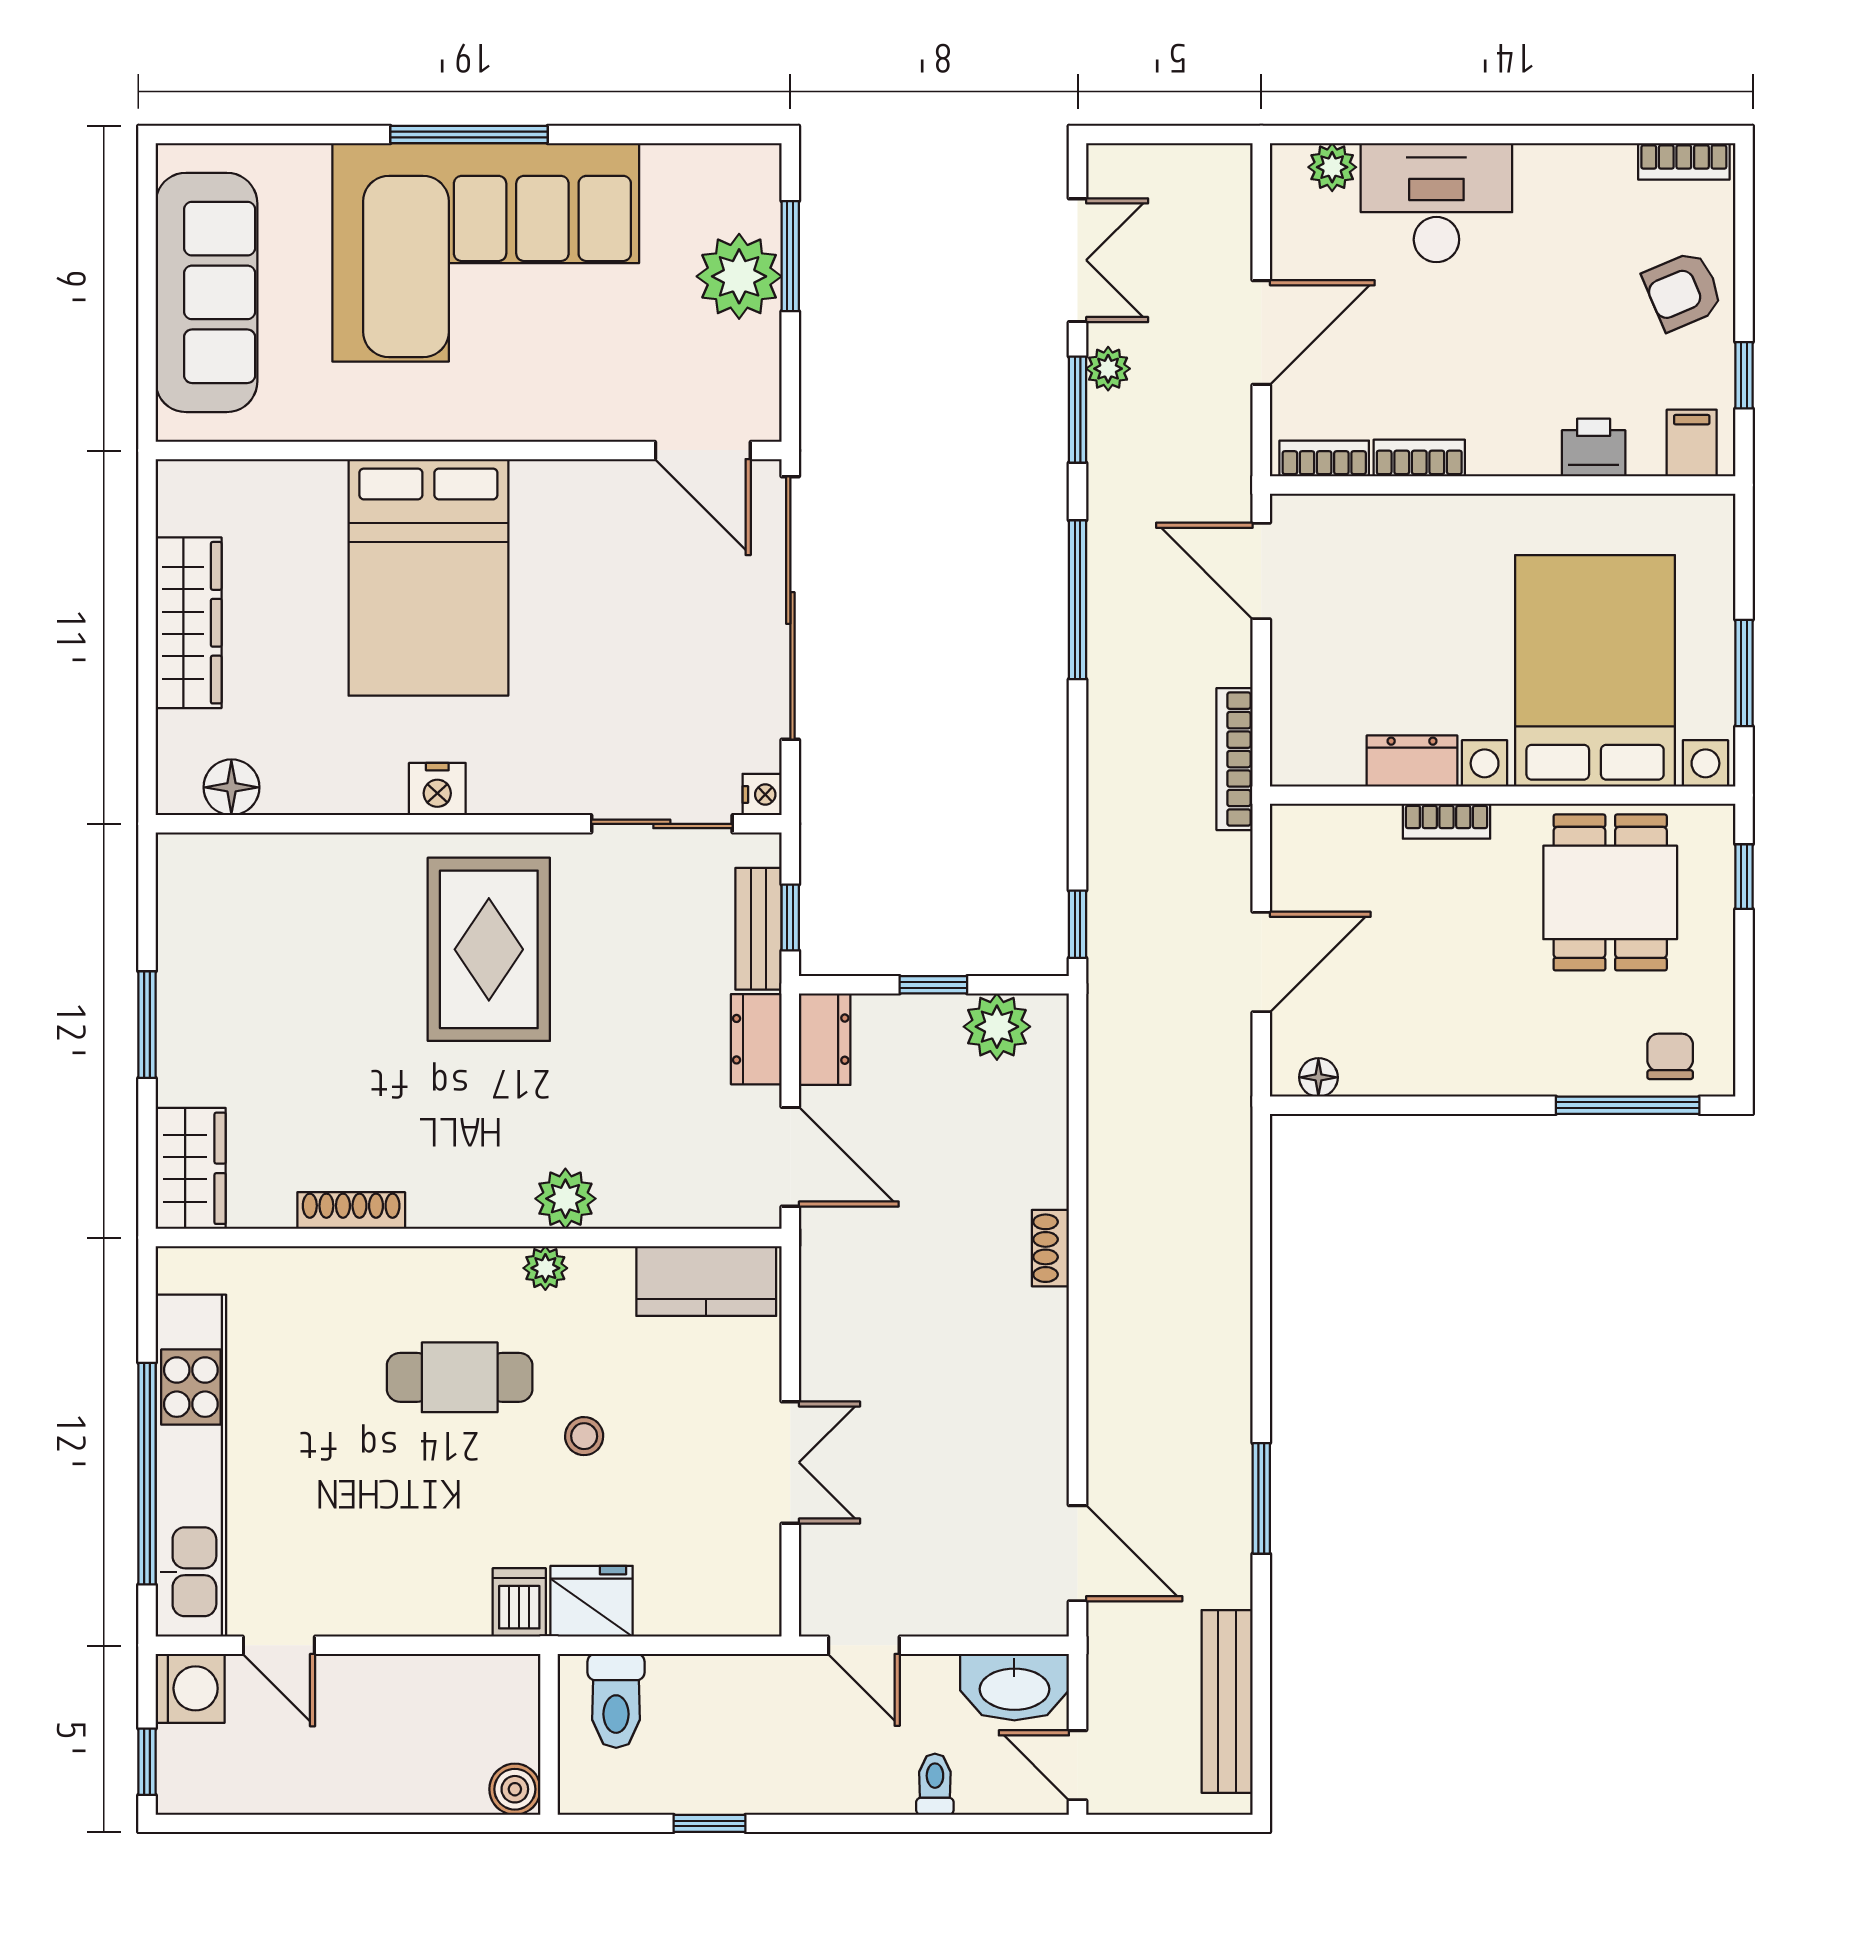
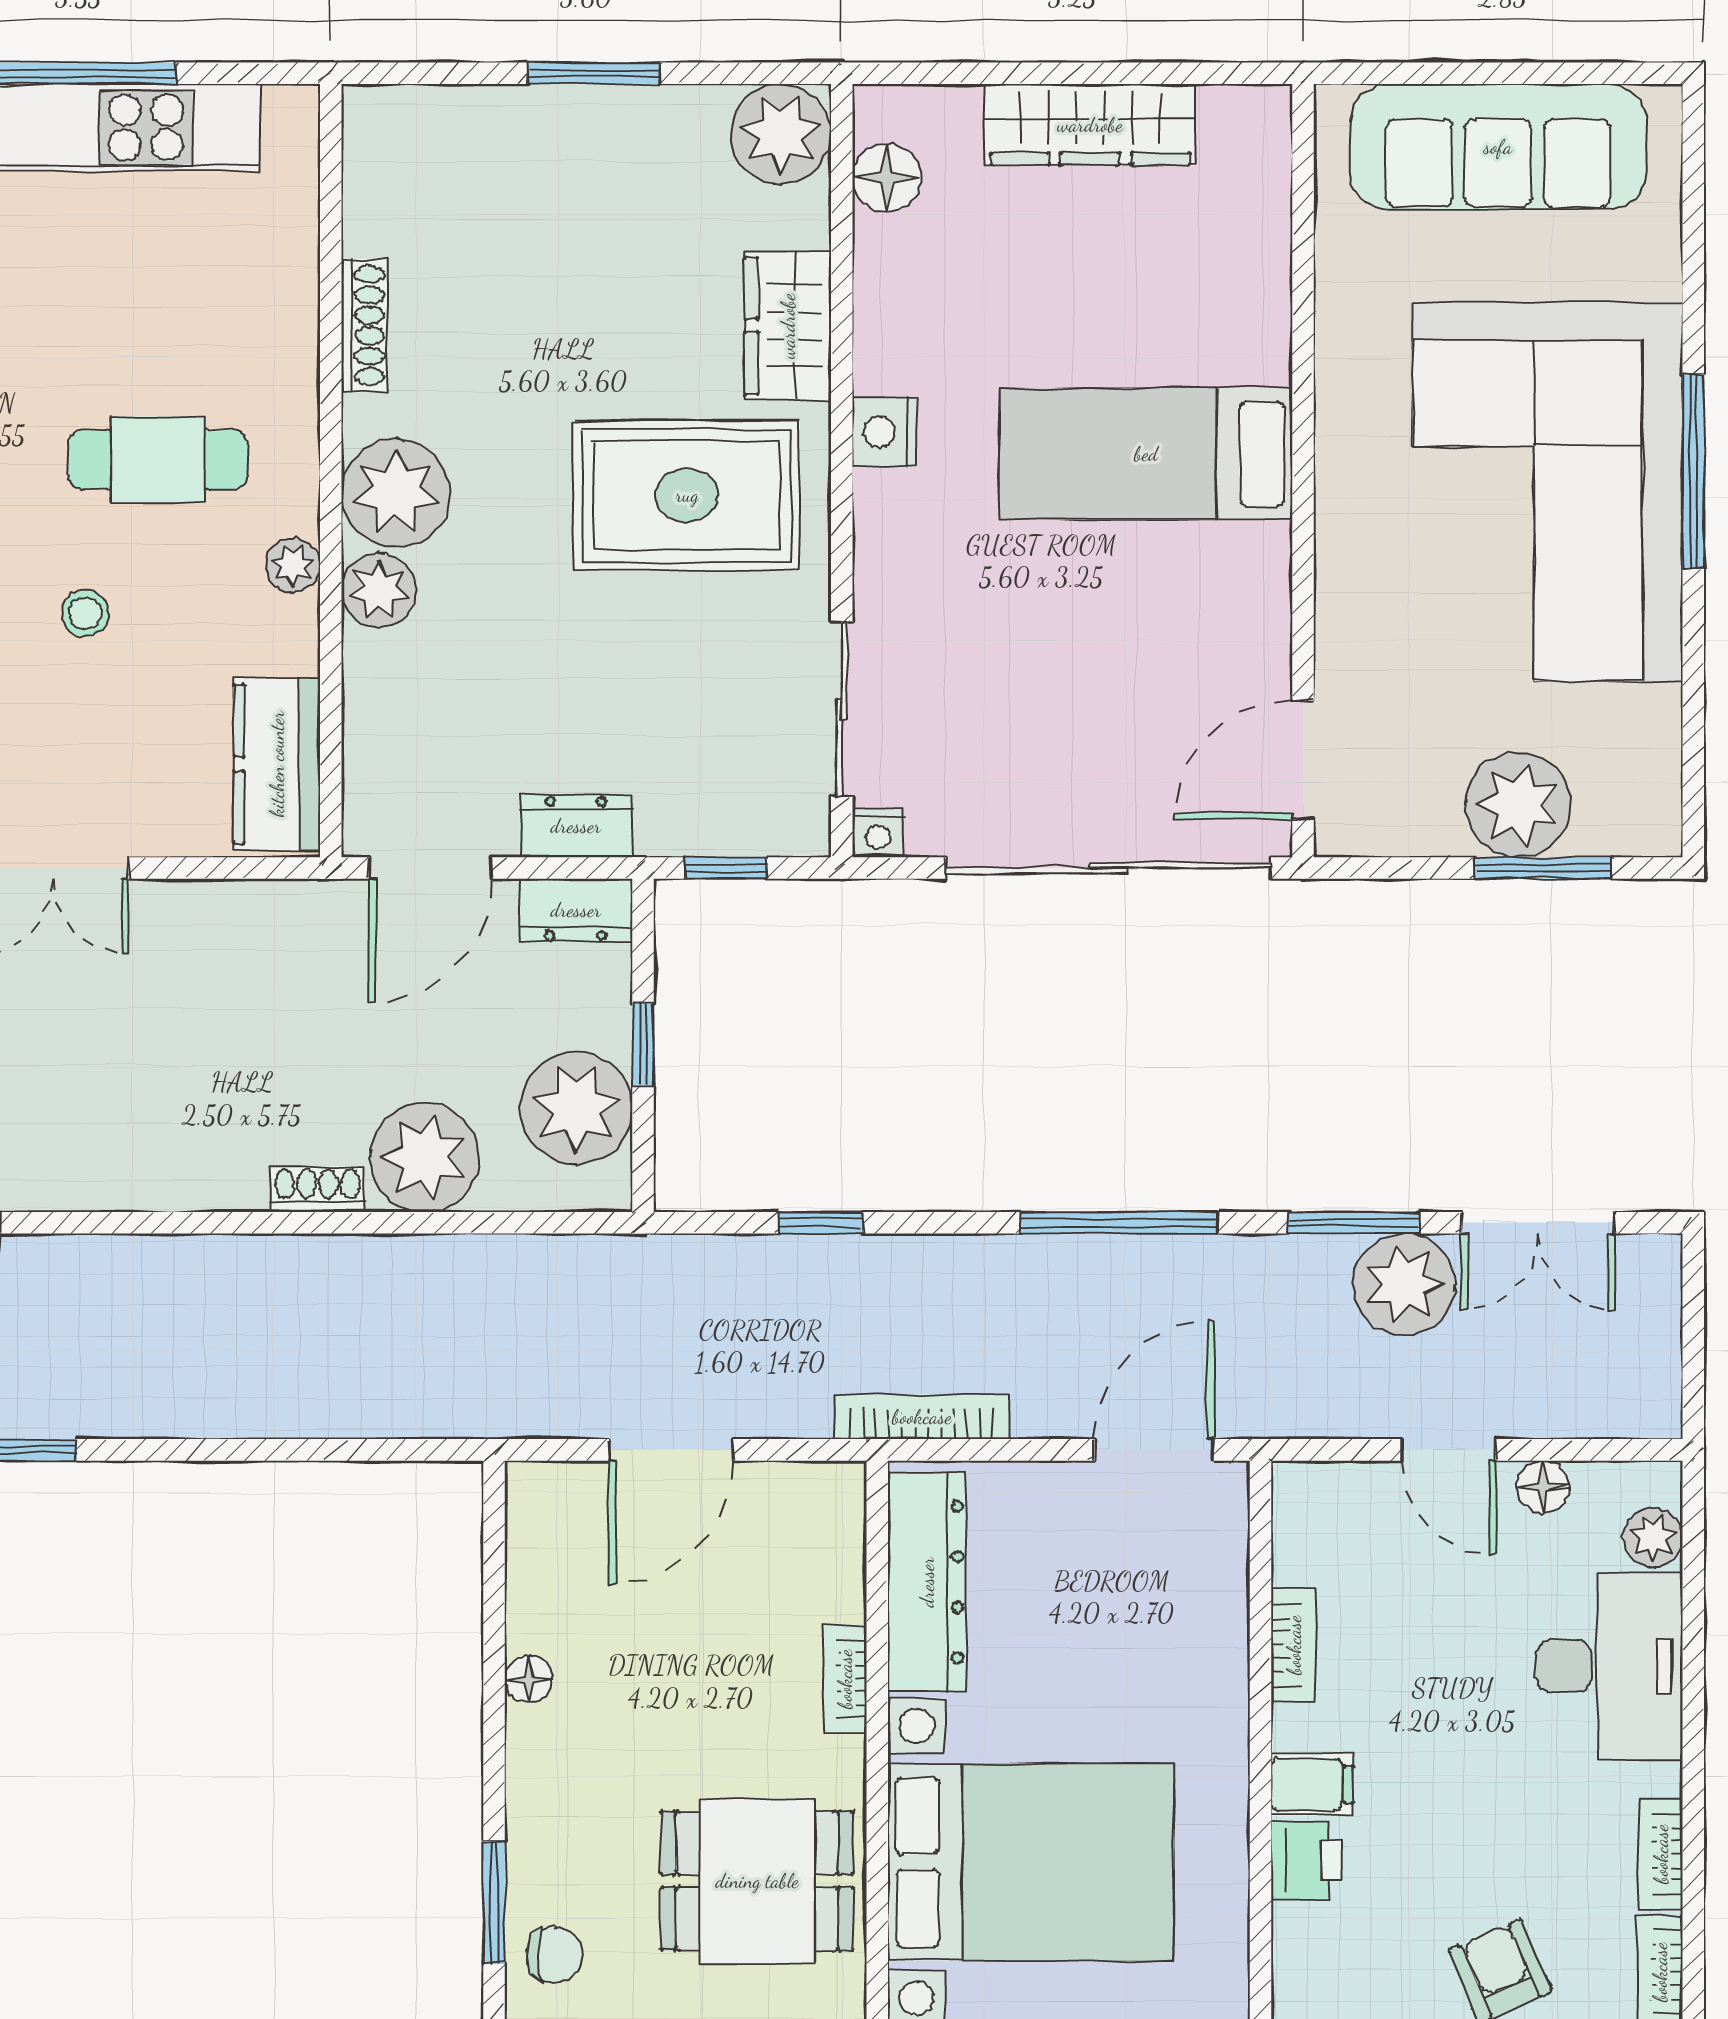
floor lamp: (1291, 256) -> (1543, 1487), added
door: (1261, 333) -> (1449, 1450), width x0.73
plant: (1108, 369) -> (1404, 1284), width x1.87, depth x1.87
filing cabinet: (1692, 443) -> (1312, 1785), moved
bookcase: (1324, 458) -> (1661, 1854), moved, turned 180
bed: (428, 577) -> (1146, 454), width x0.67
dresser: (1412, 761) -> (927, 1582), width x1.96, depth x1.24
plant: (196, 873) -> (781, 134), added
window: (1078, 924) -> (821, 1223), moved
bench: (758, 929) -> (712, 829), removed
door: (1261, 962) -> (671, 1450), hinge flipped
plant: (997, 1027) -> (576, 1108), width x1.36, depth x1.36
floor lamp: (1318, 1077) -> (529, 1679), moved
window: (1628, 1105) -> (494, 1902), width x0.69
plant: (1025, 1161) -> (425, 1158), added
wardrobe: (191, 1168) -> (788, 326), moved, turned 90
plant: (487, 1185) -> (396, 493), added
cafe table: (460, 1377) -> (158, 459), turned 90

